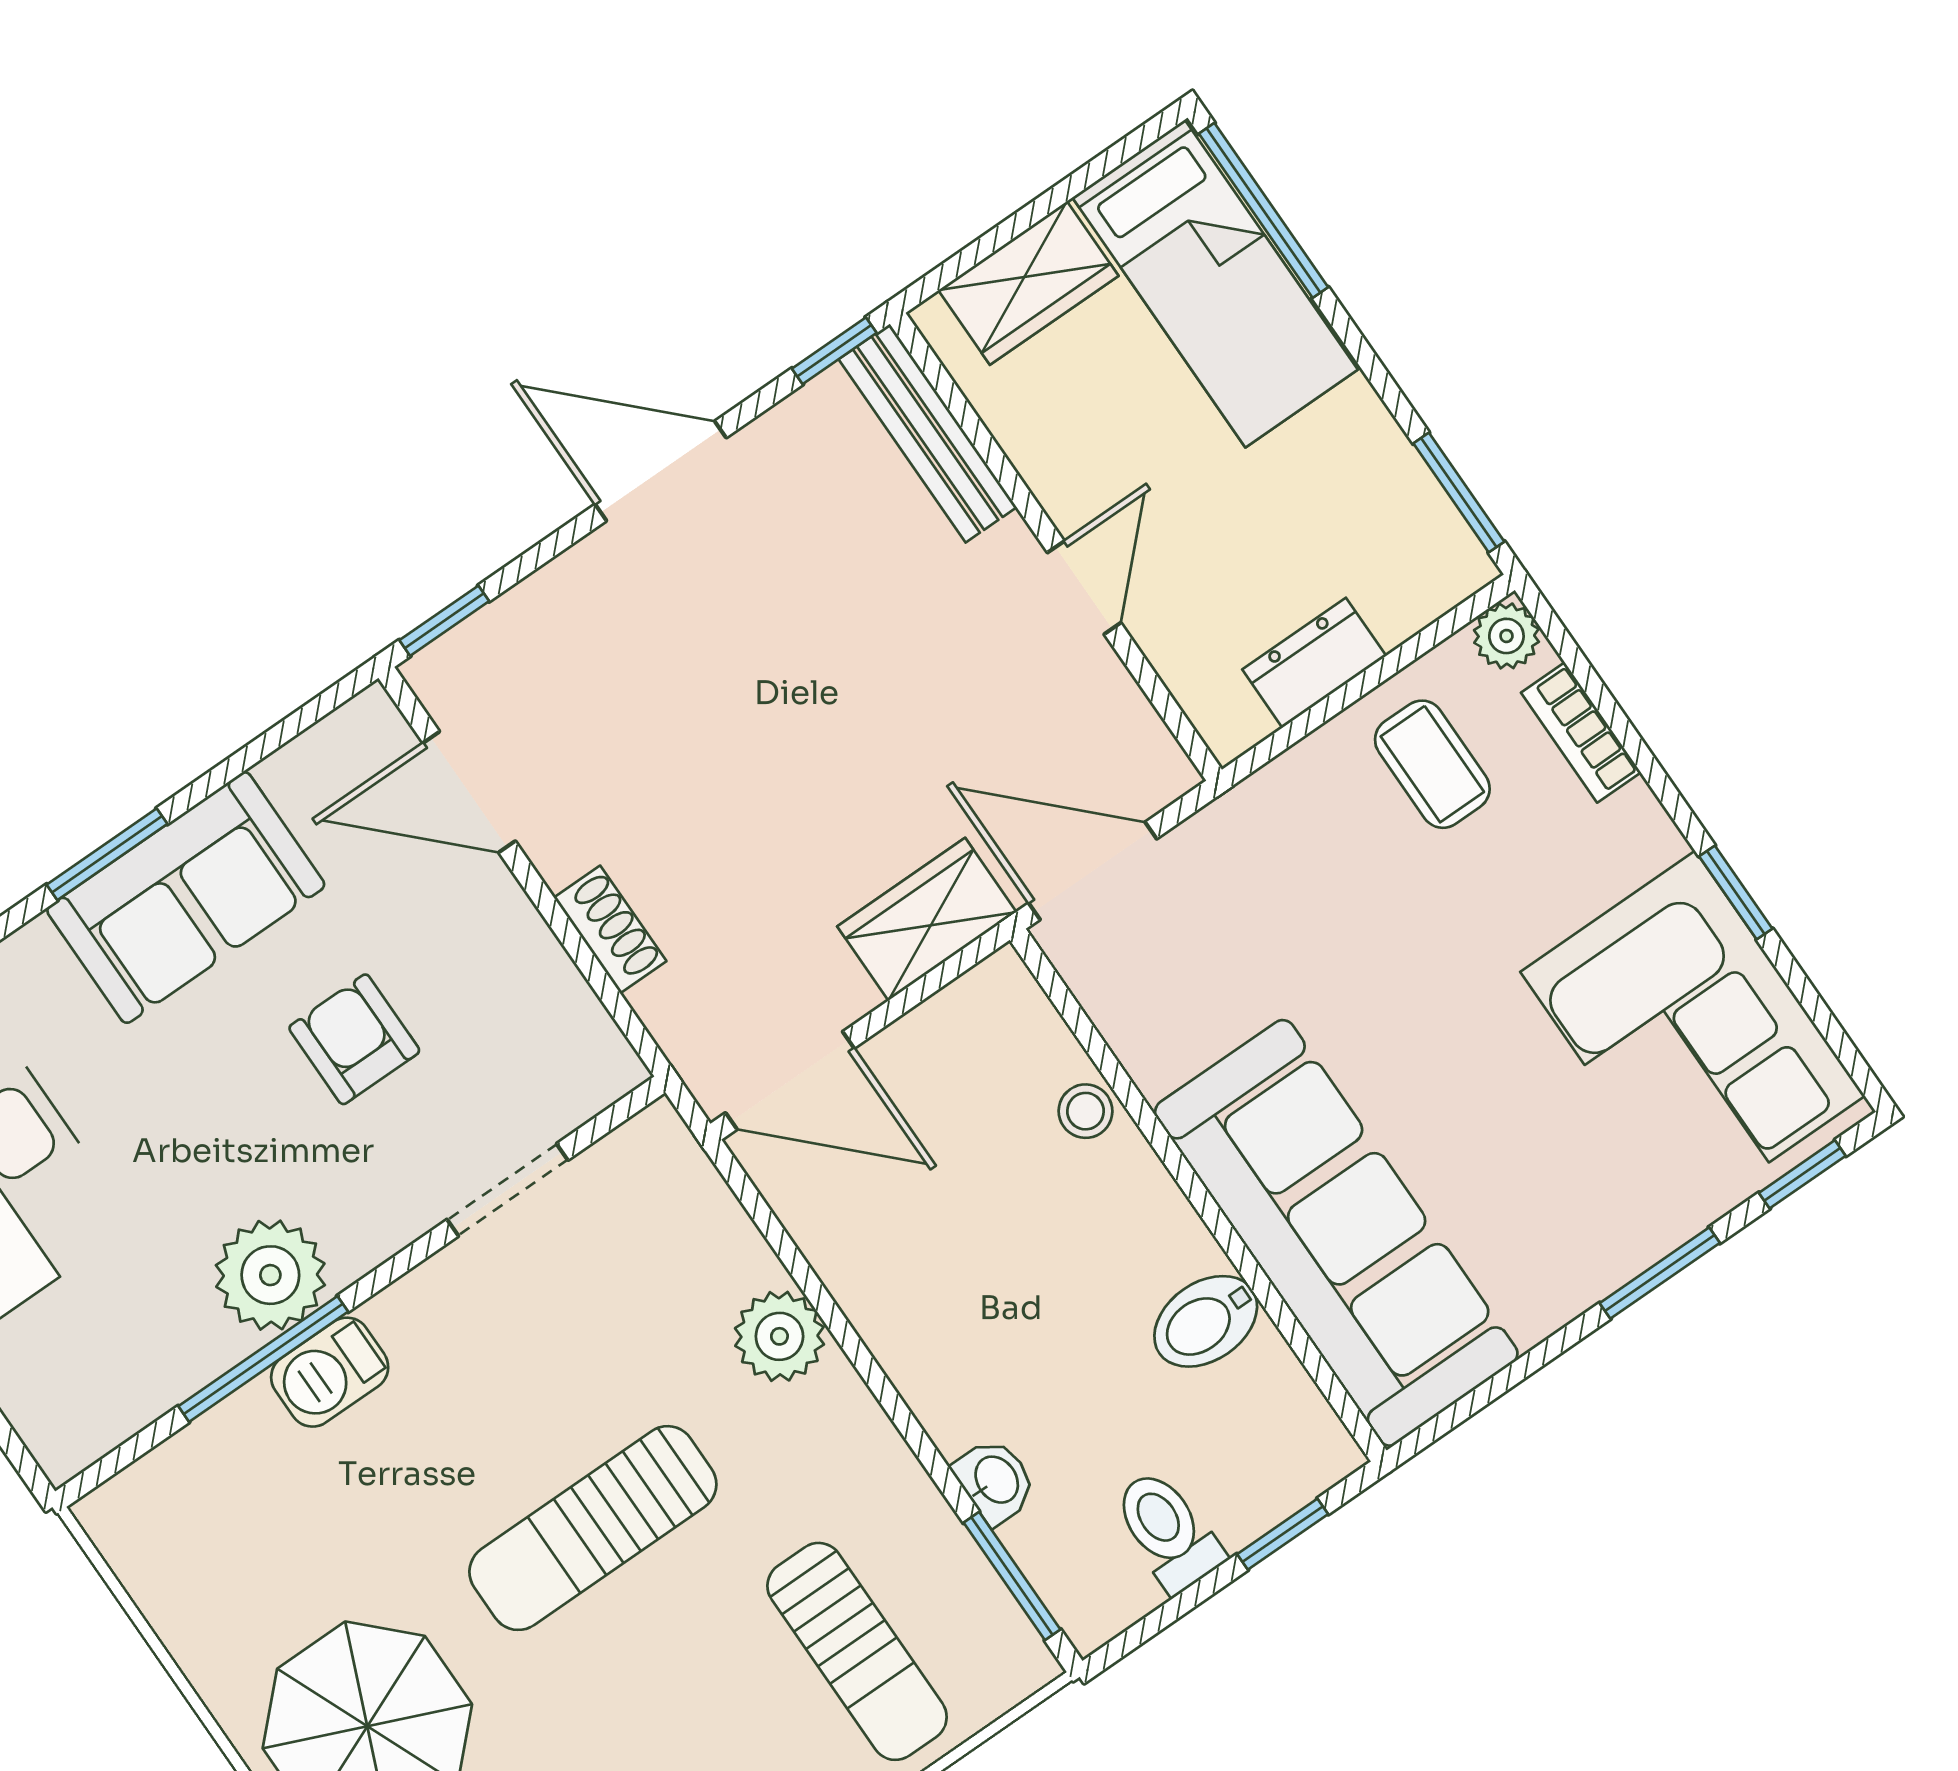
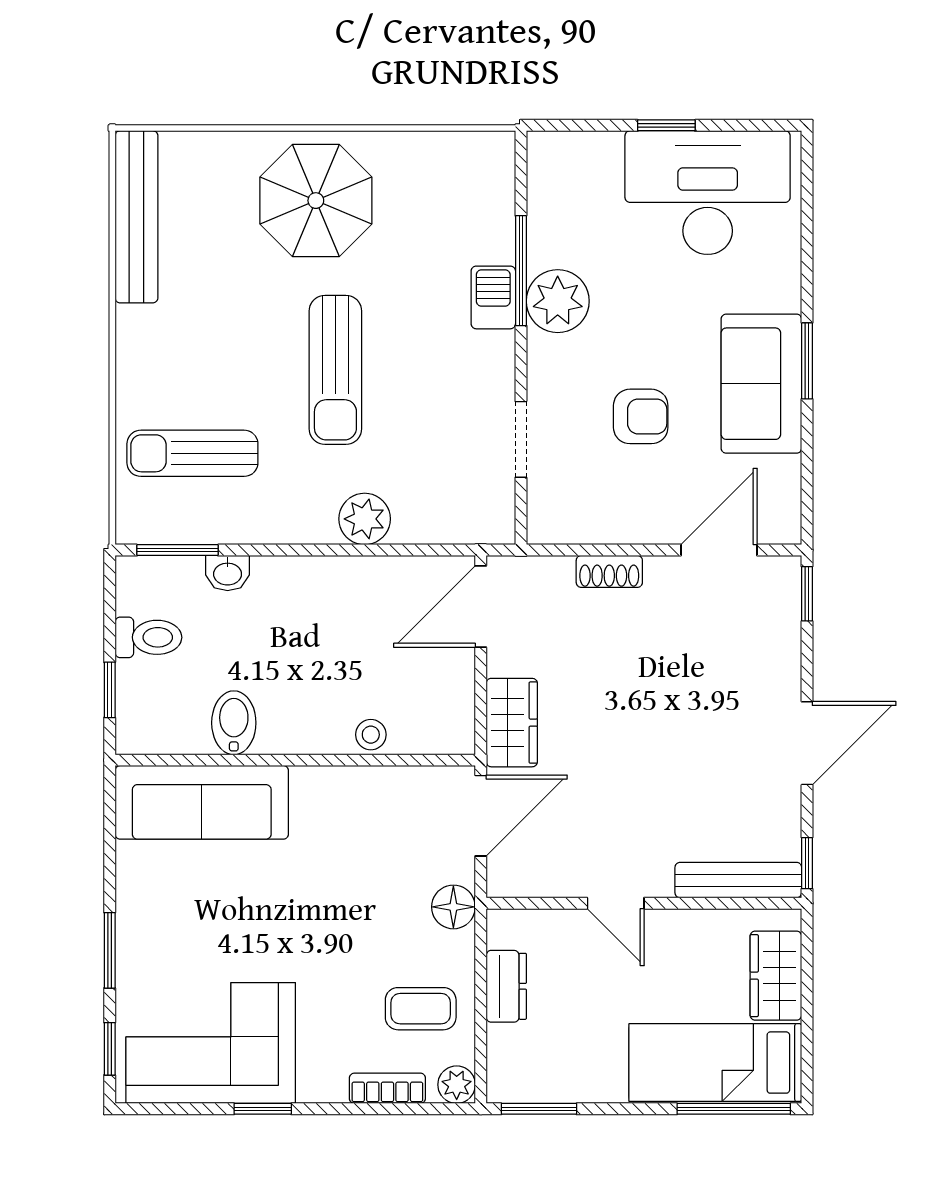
floor lamp: (1252, 819) -> (453, 907), added
sofa: (1336, 1233) -> (202, 802), width x0.74, depth x0.79
sun lounger: (593, 1528) -> (335, 370), turned 180

